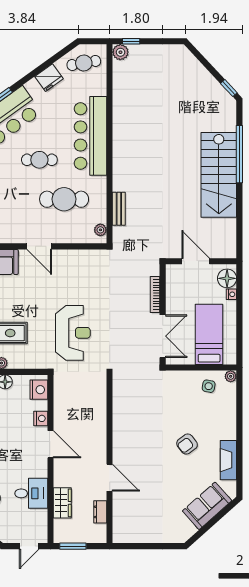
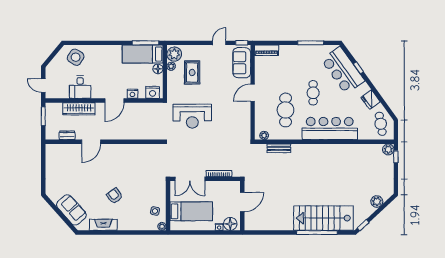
plant: (195, 69) -> (377, 202), added
stairs: (219, 175) -> (323, 218), moved
wardrobe: (62, 503) -> (79, 109), width x1.50

